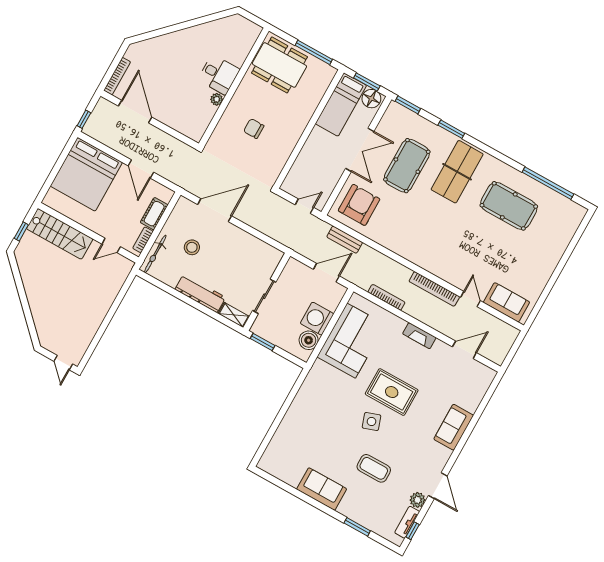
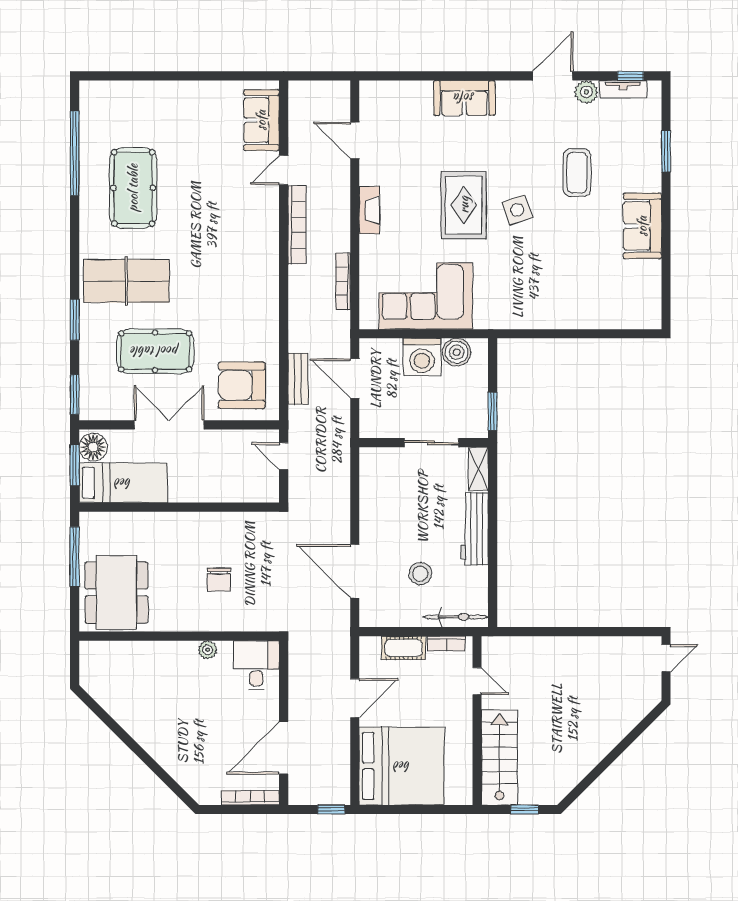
desk: (219, 75) -> (256, 665), moved

